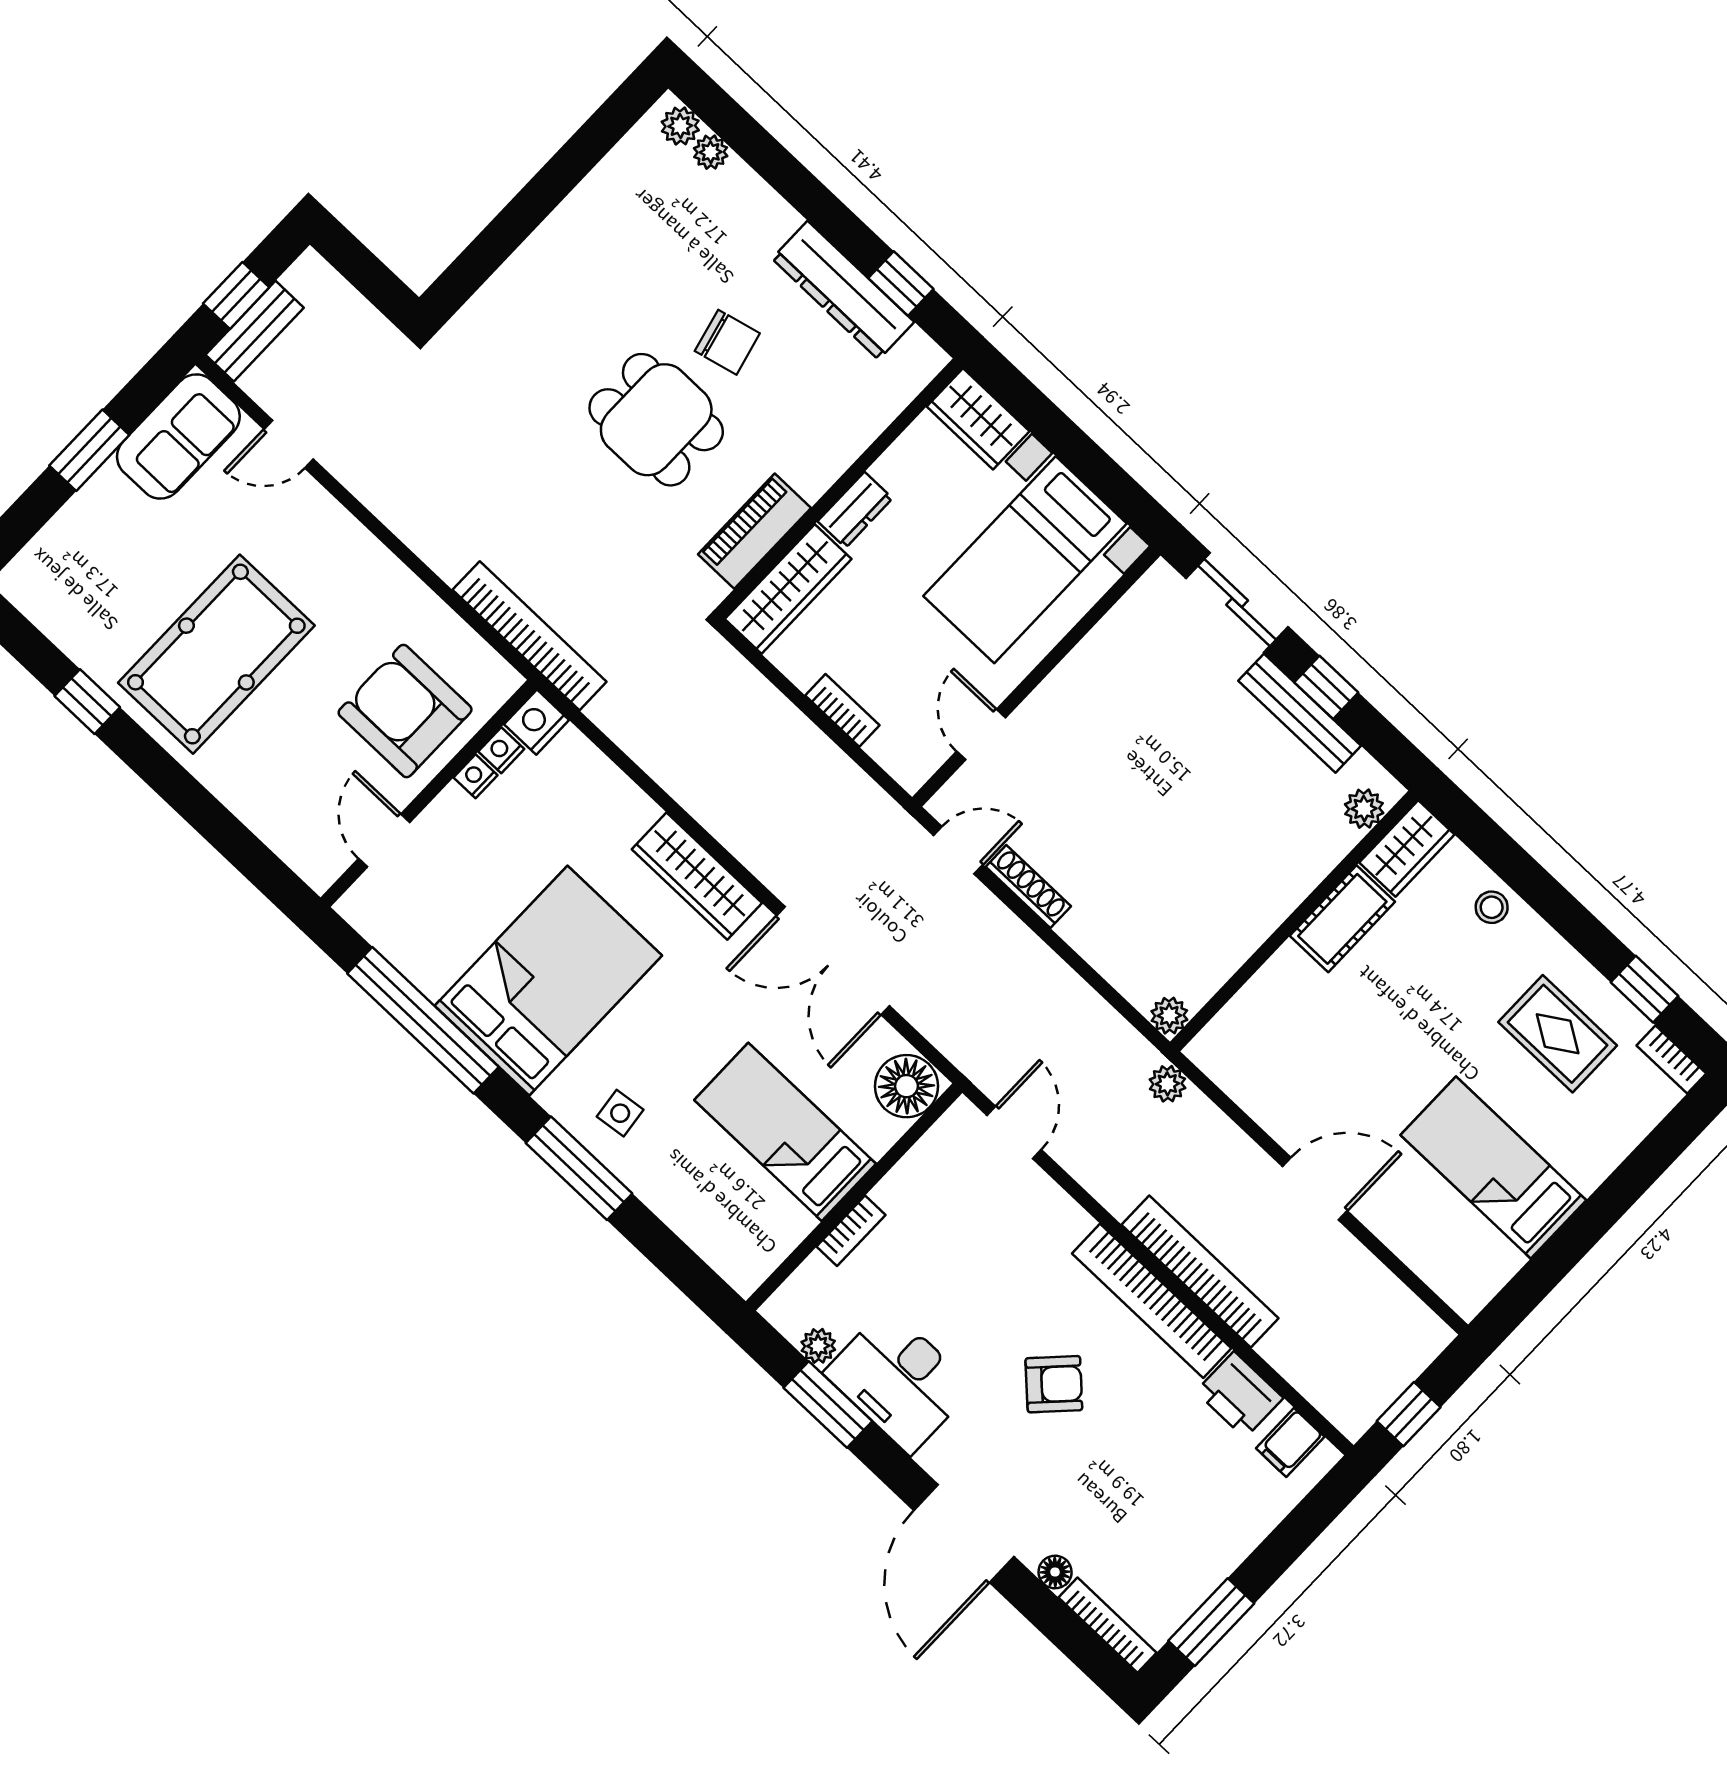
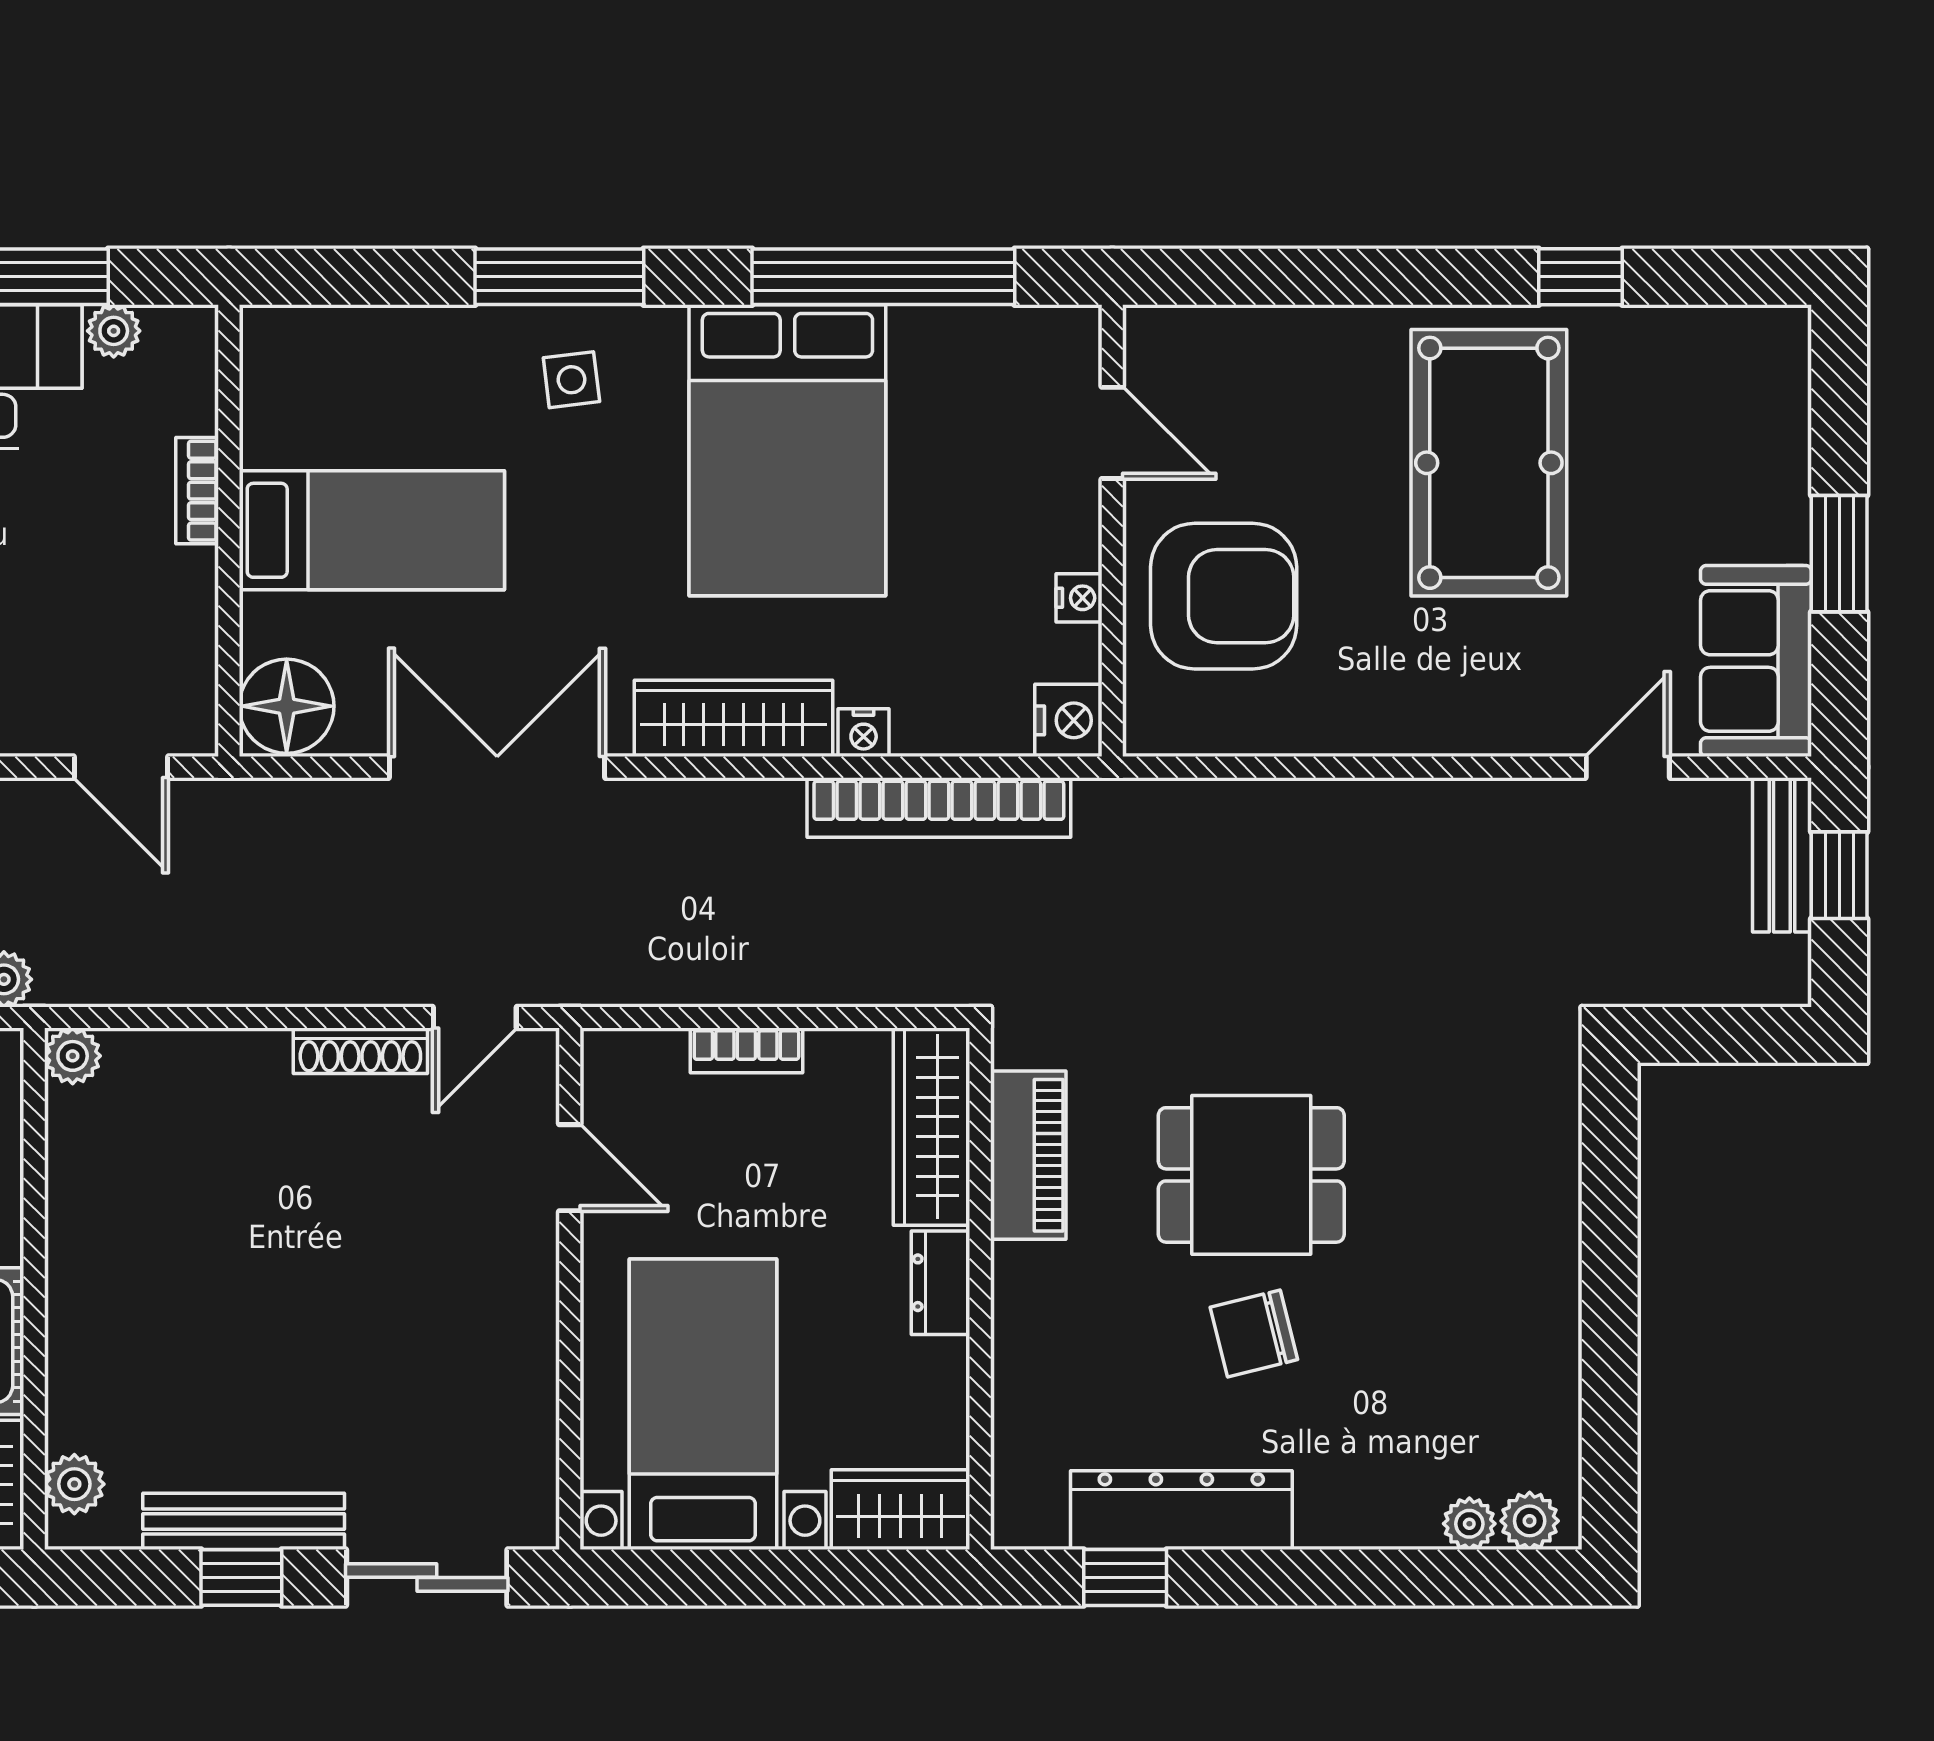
bookcase: (530, 636) -> (939, 807), moved
nightstand: (501, 750) -> (864, 733), moved, turned 90

